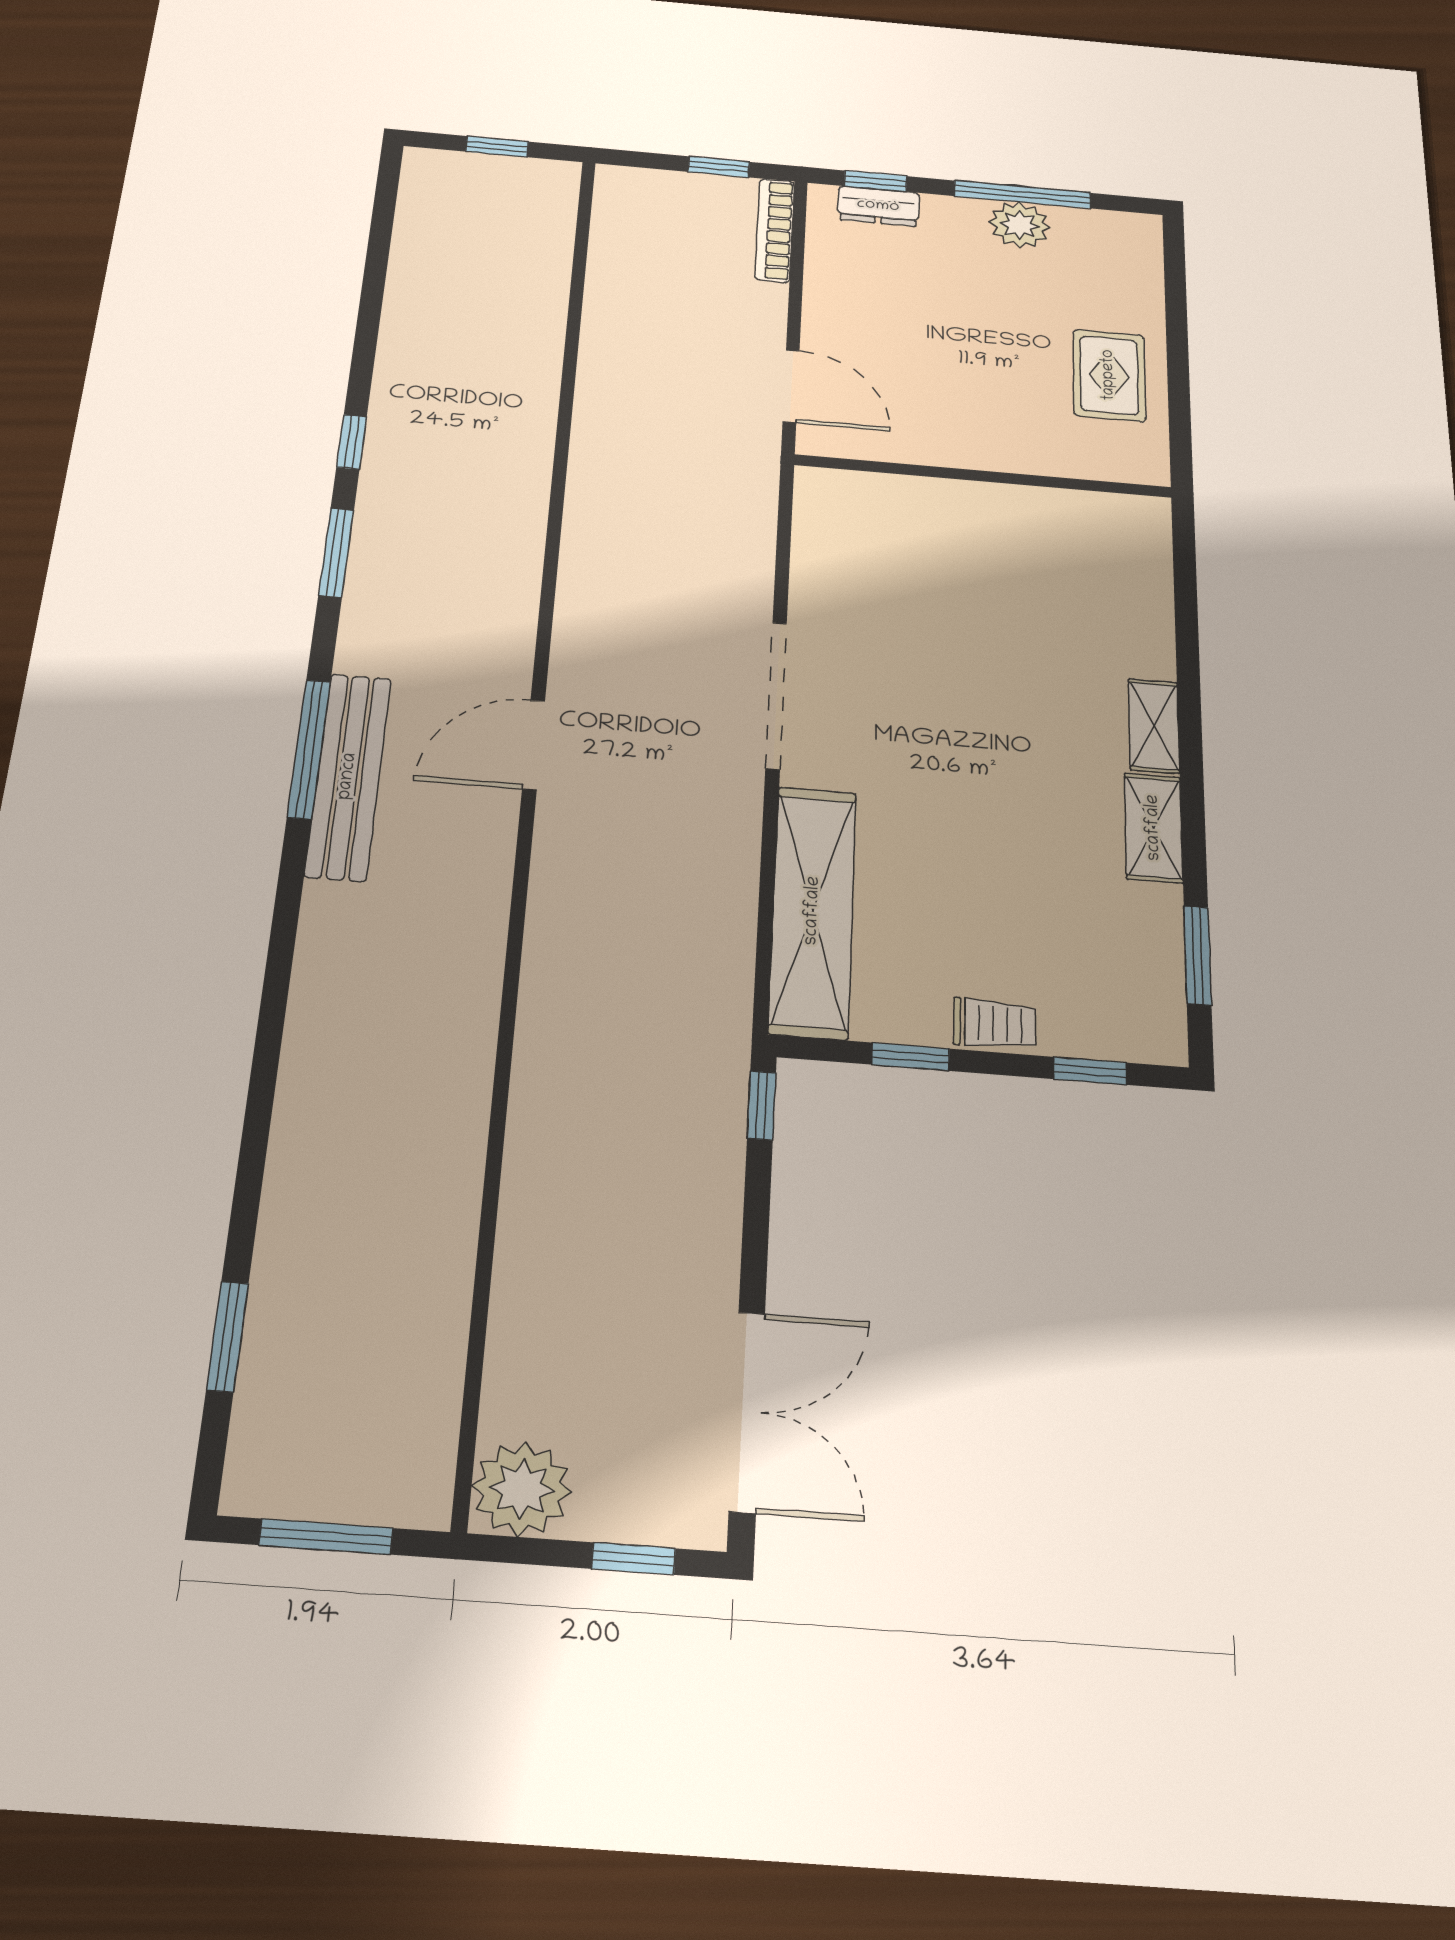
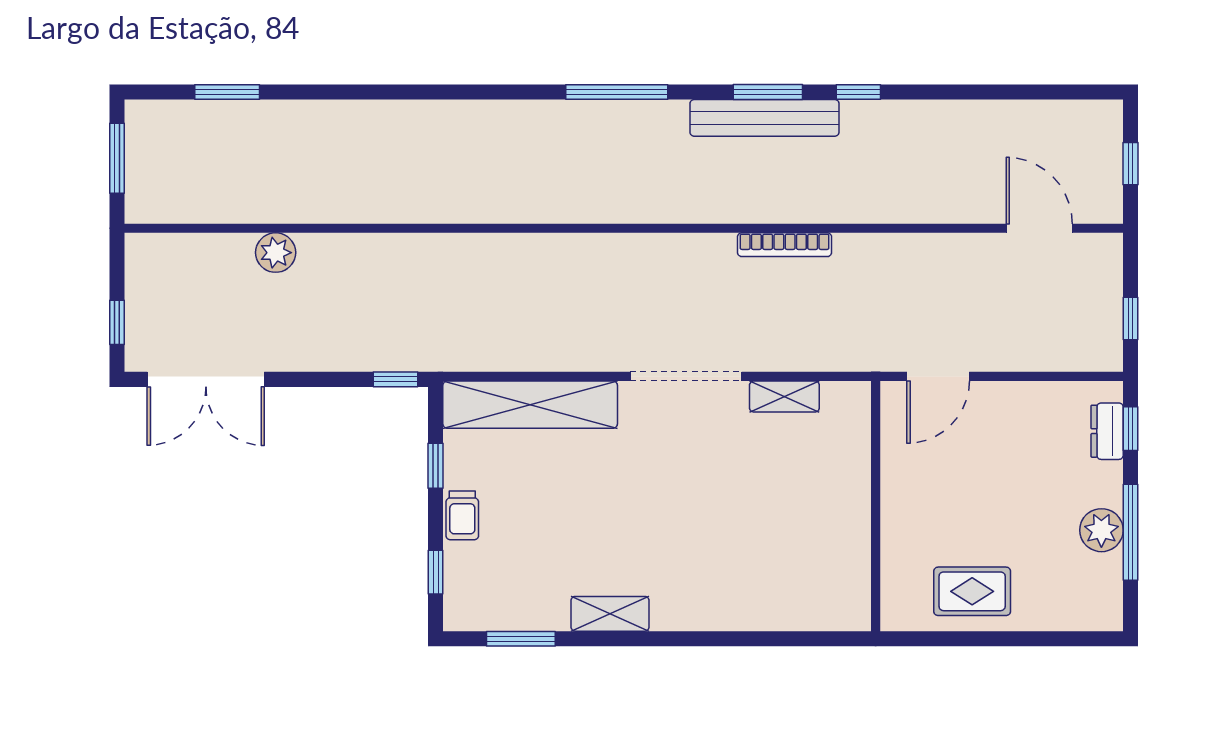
bookcase: (775, 230) -> (785, 245), moved, turned 180
shelving: (1154, 726) -> (784, 397), moved
door: (534, 745) -> (1039, 228), moved
bench: (348, 776) -> (764, 118), moved
plant: (522, 1489) -> (276, 253), moved, width x0.73, depth x0.73

